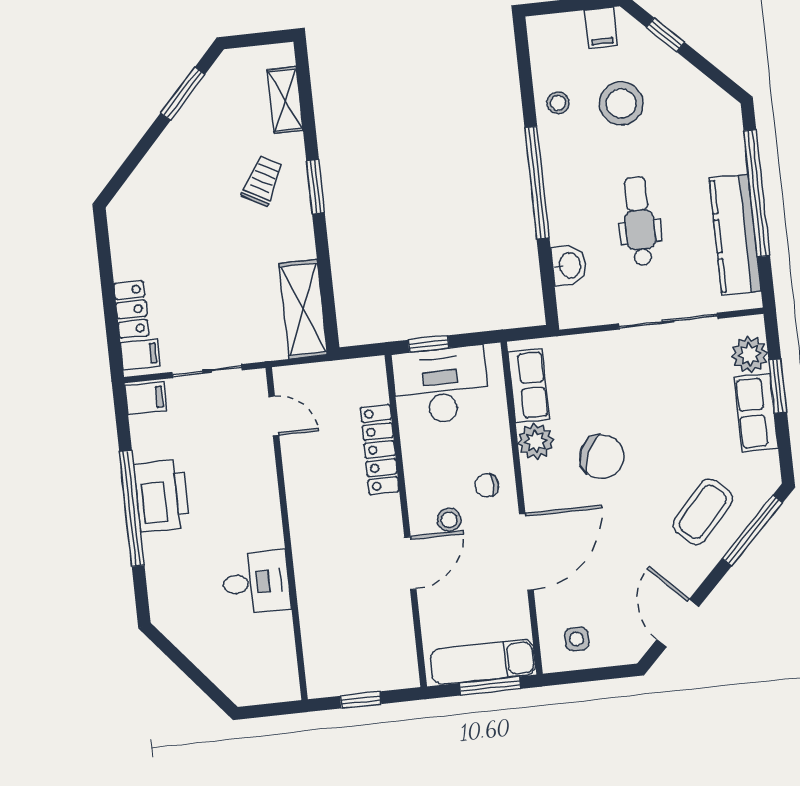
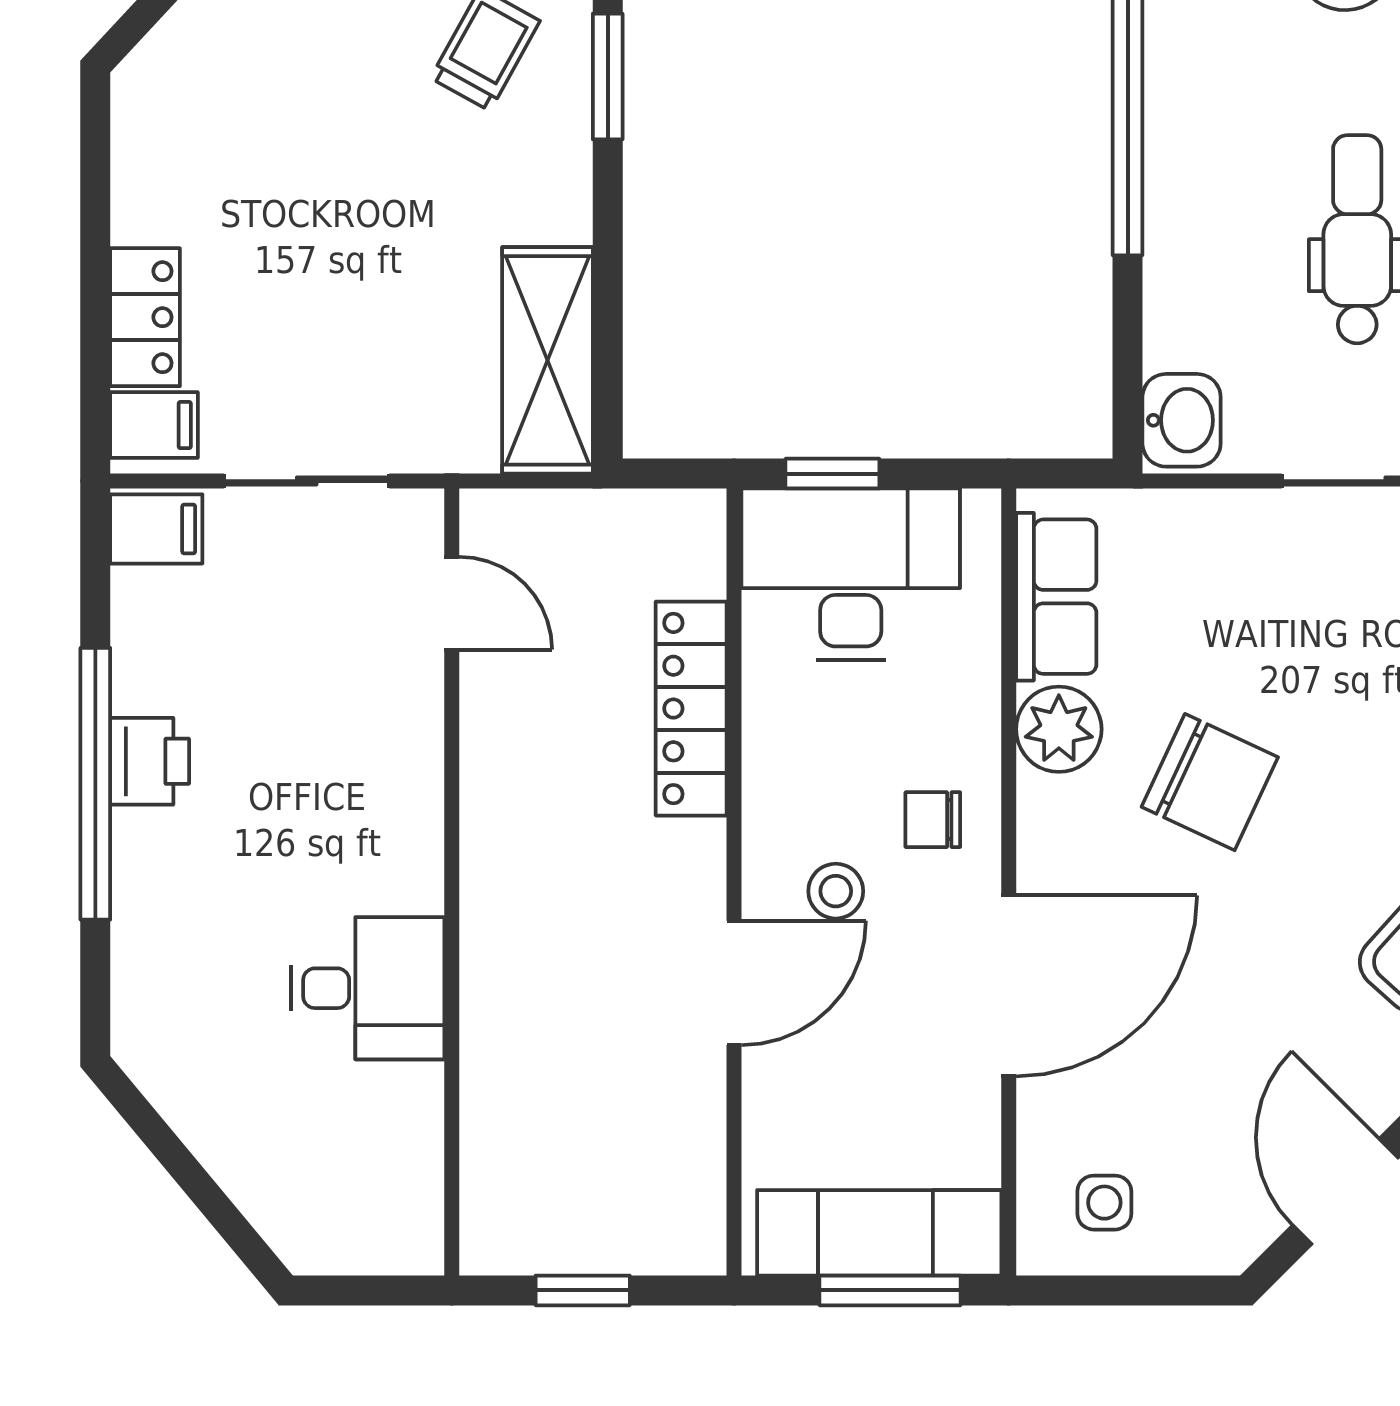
washbasin: (569, 265) -> (1182, 420), moved
printer: (162, 496) -> (150, 761), width x0.53, depth x0.68

